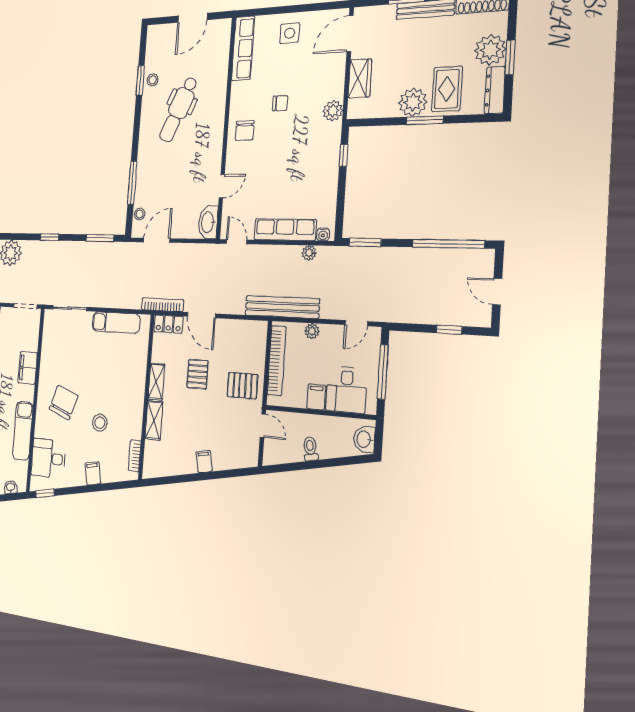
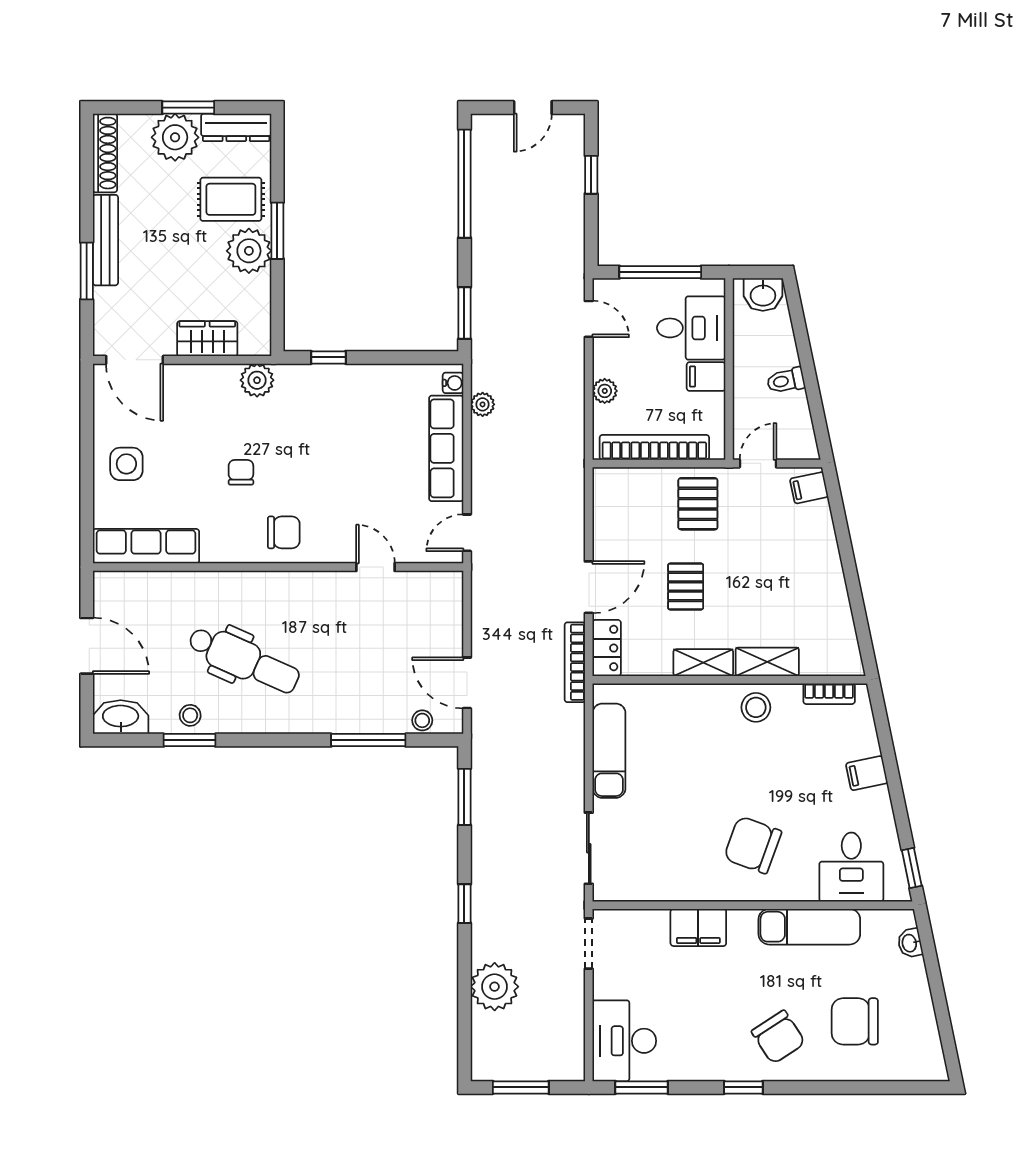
washbasin: (208, 222) -> (121, 717), moved, turned 180
bench: (282, 307) -> (569, 444), removed
pallet: (197, 374) -> (686, 587), turned 90
stool: (100, 423) -> (756, 707), moved
filing cabinet: (204, 462) -> (809, 488), moved

